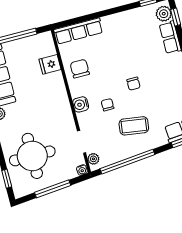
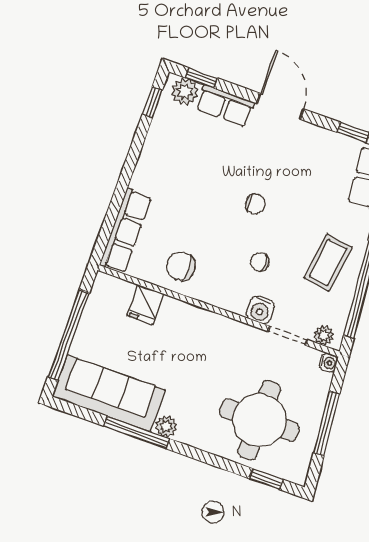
water cooler: (81, 104) -> (260, 310), moved
coffee table: (134, 126) -> (328, 263), moved

